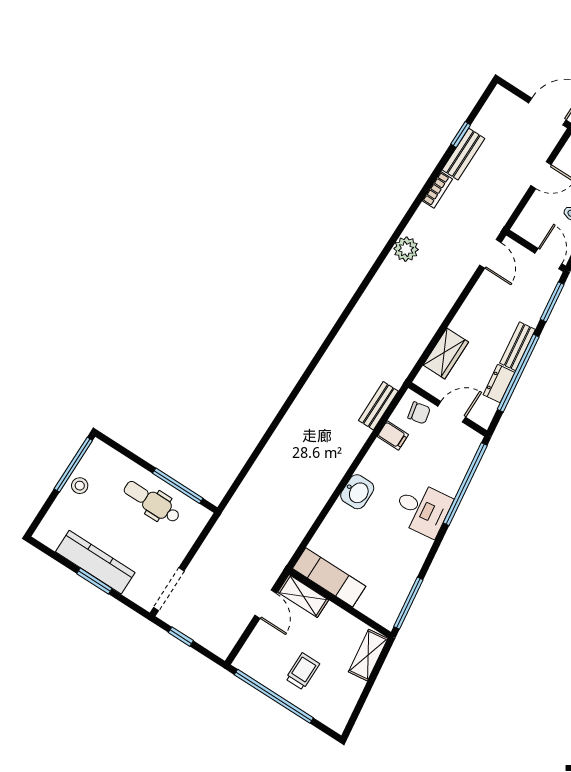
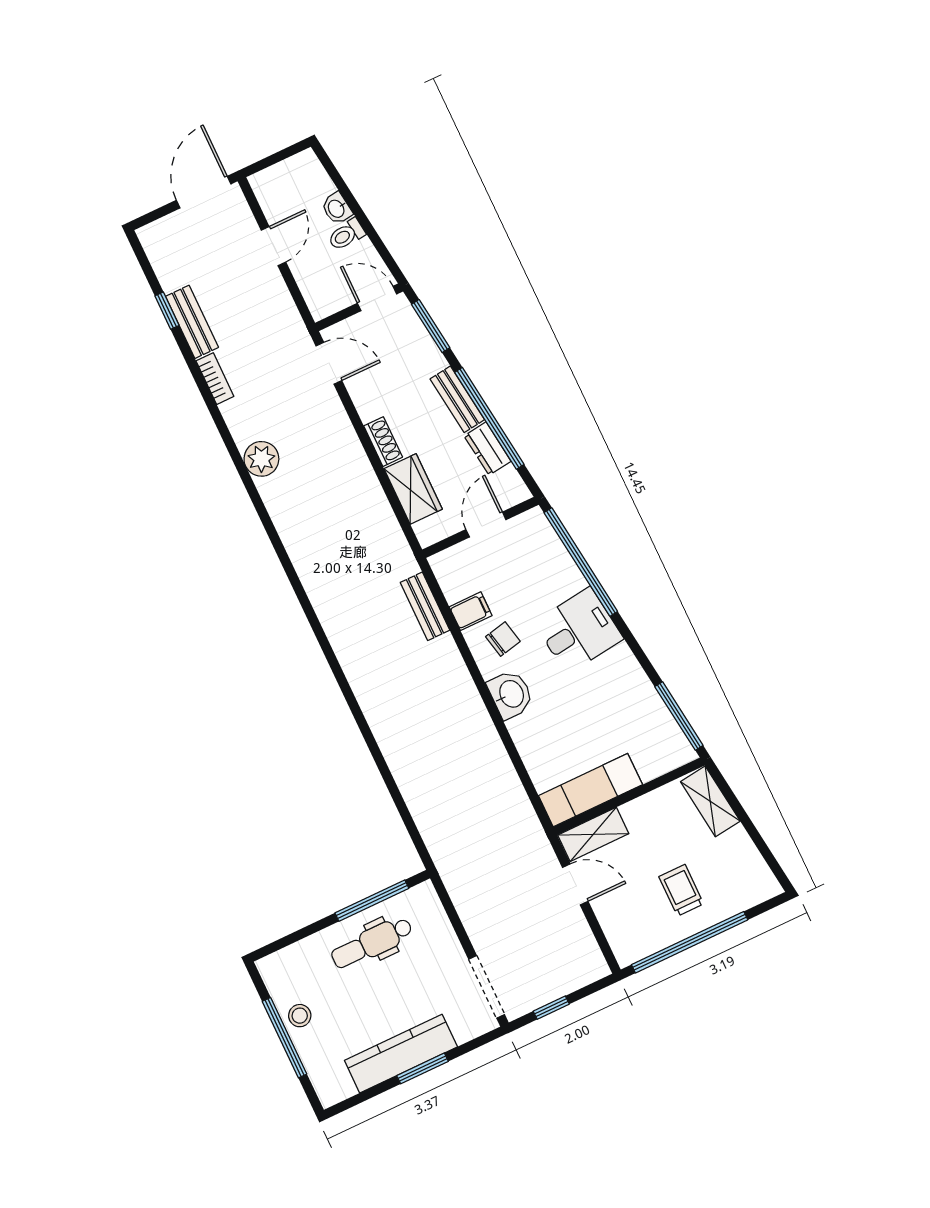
shoe rack: (463, 317) -> (383, 442), added
chair: (419, 413) -> (503, 639), moved
window: (73, 465) -> (285, 1038), moved

